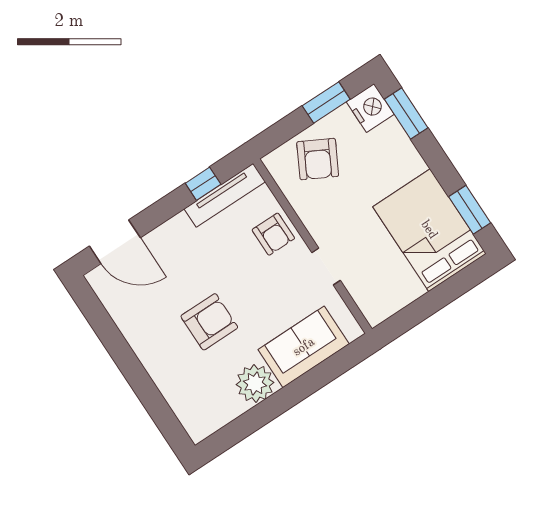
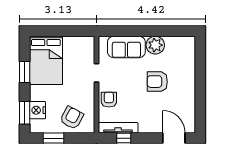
nightstand: (370, 108) -> (37, 110), moved
window: (470, 210) -> (25, 72), moved

